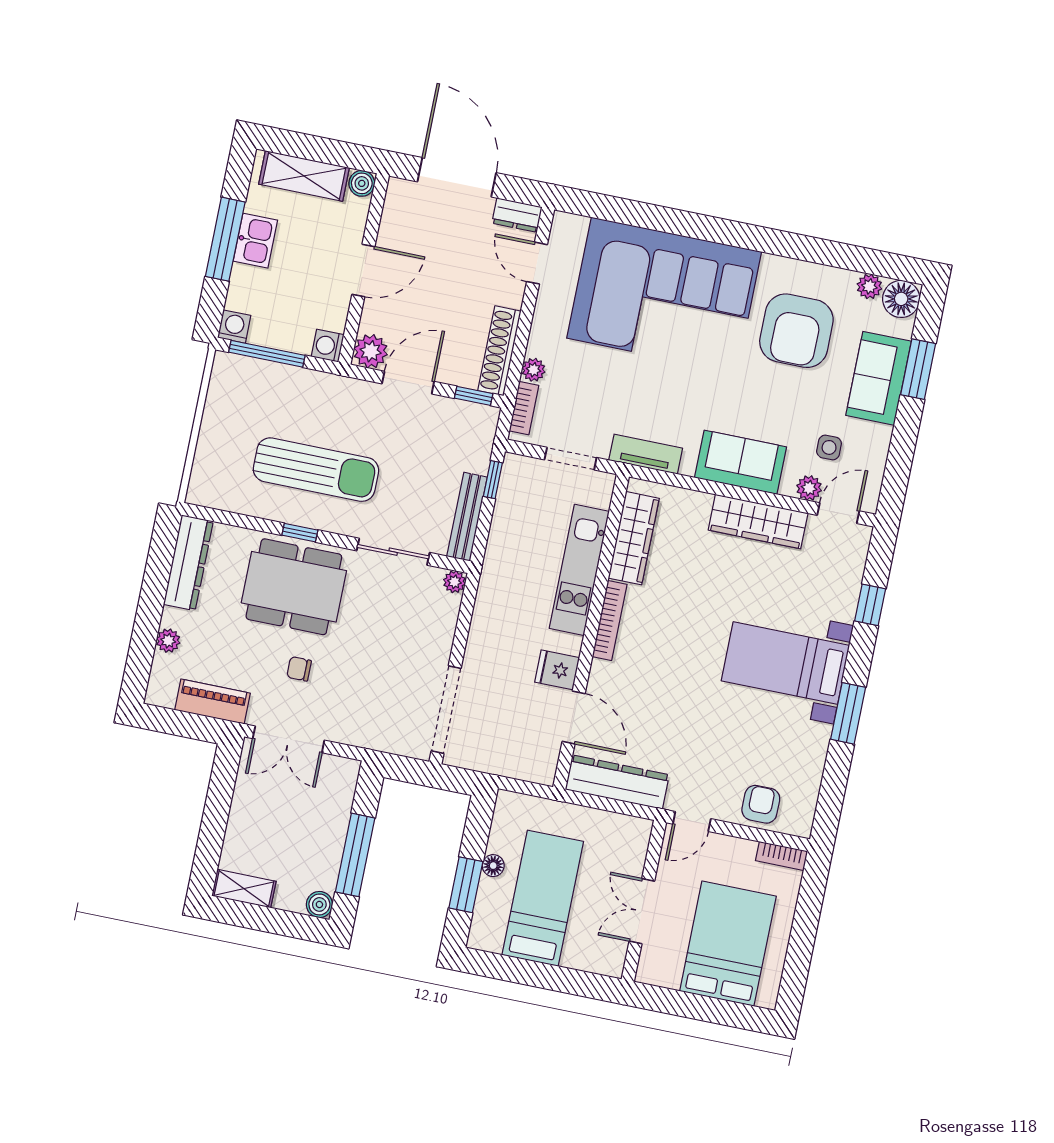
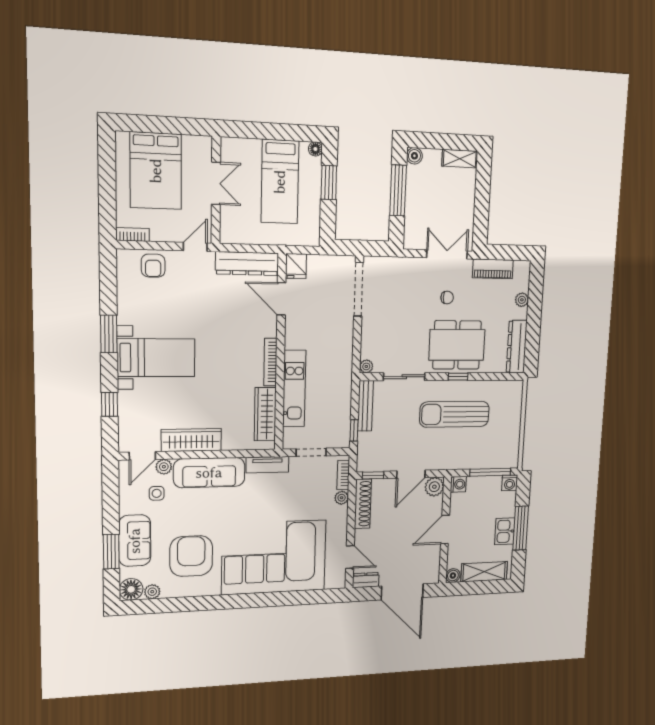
sofa: (741, 462) -> (209, 473), width x1.36
fridge: (557, 670) -> (296, 266), moved, turned 90
floor lamp: (493, 866) -> (315, 149), moved

